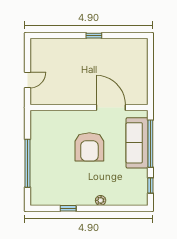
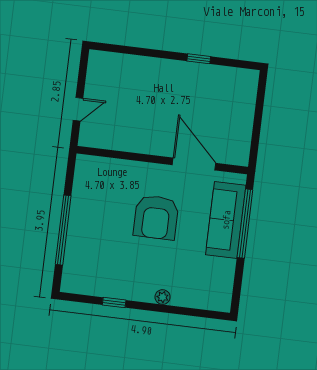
window: (94, 36) -> (199, 59), moved
window: (150, 186) -> (237, 284), removed

